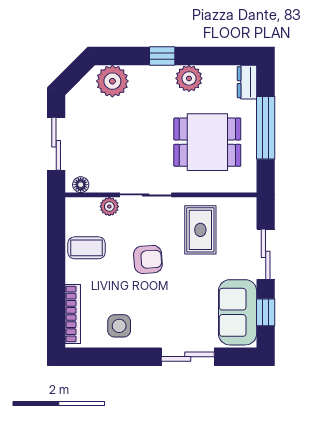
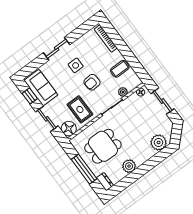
window: (162, 56) -> (146, 167), removed
floor lamp: (242, 212) -> (69, 129), added
side table: (119, 326) -> (76, 65), moved
sliding door: (188, 357) -> (57, 49), moved

